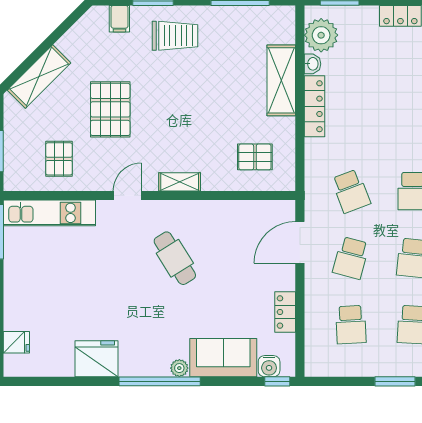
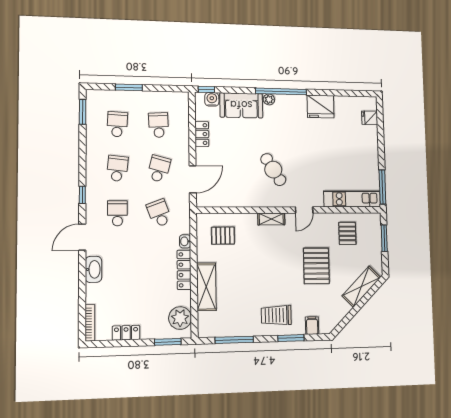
washbasin: (312, 64) -> (185, 241), moved

